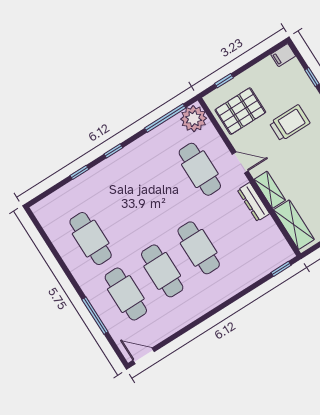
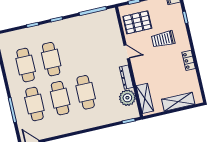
plant: (194, 119) -> (127, 98), moved
trolley: (290, 123) -> (163, 39), turned 180
cafe table: (200, 169) -> (51, 59), moved
shelving: (270, 190) -> (138, 73), removed

